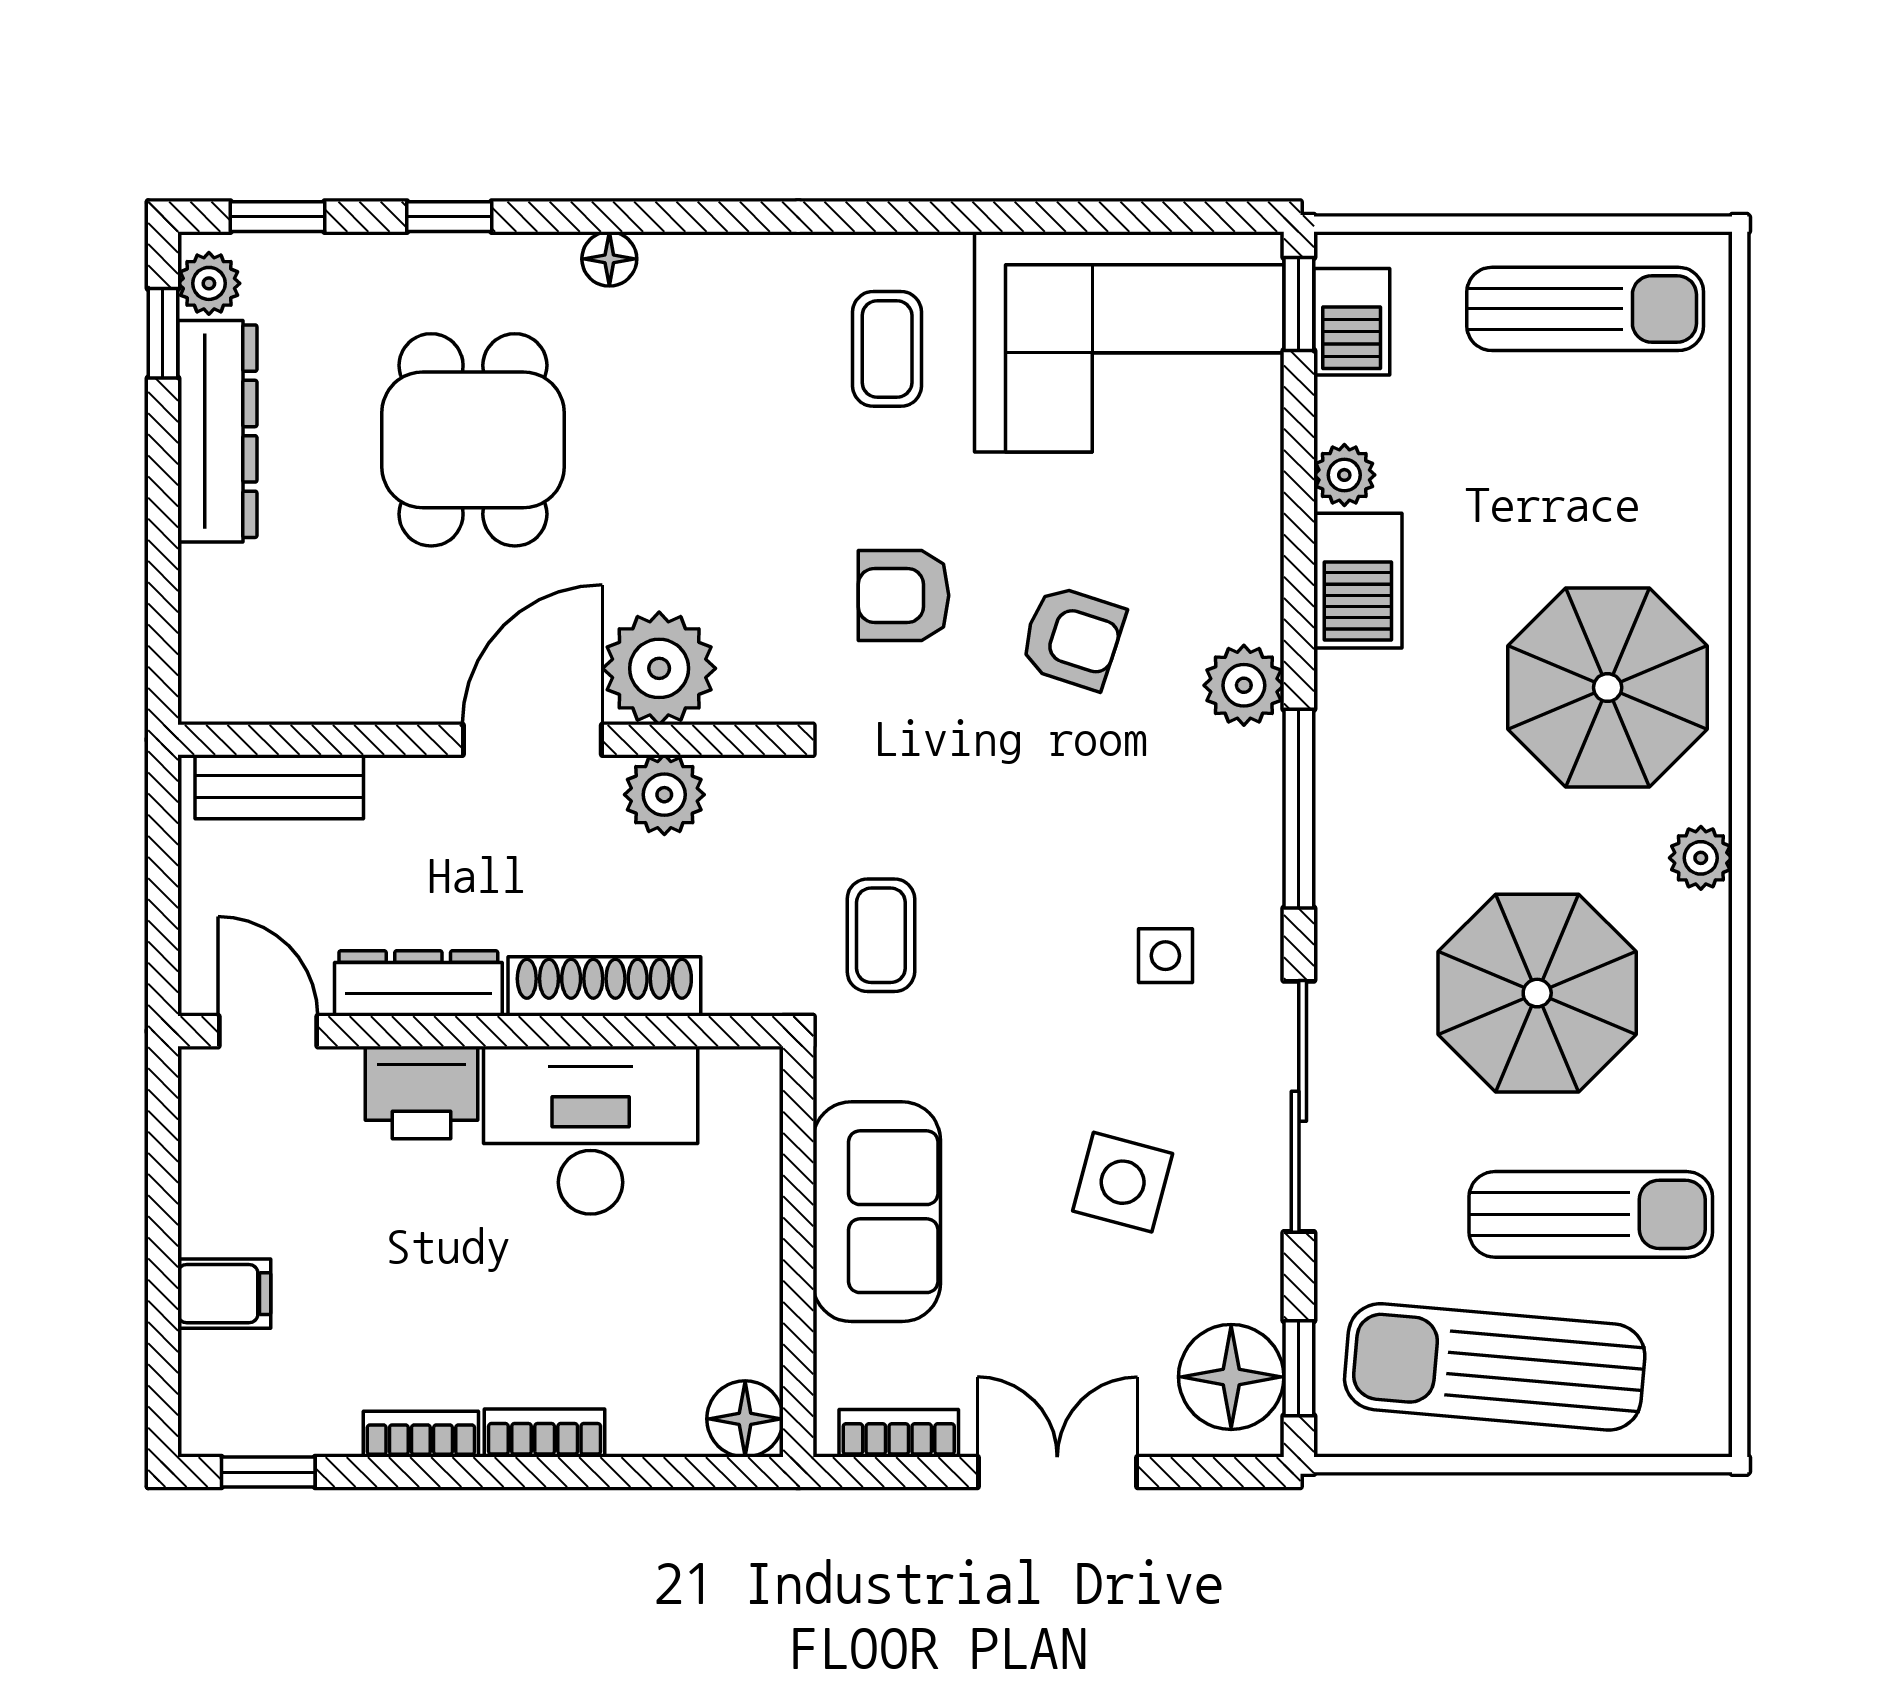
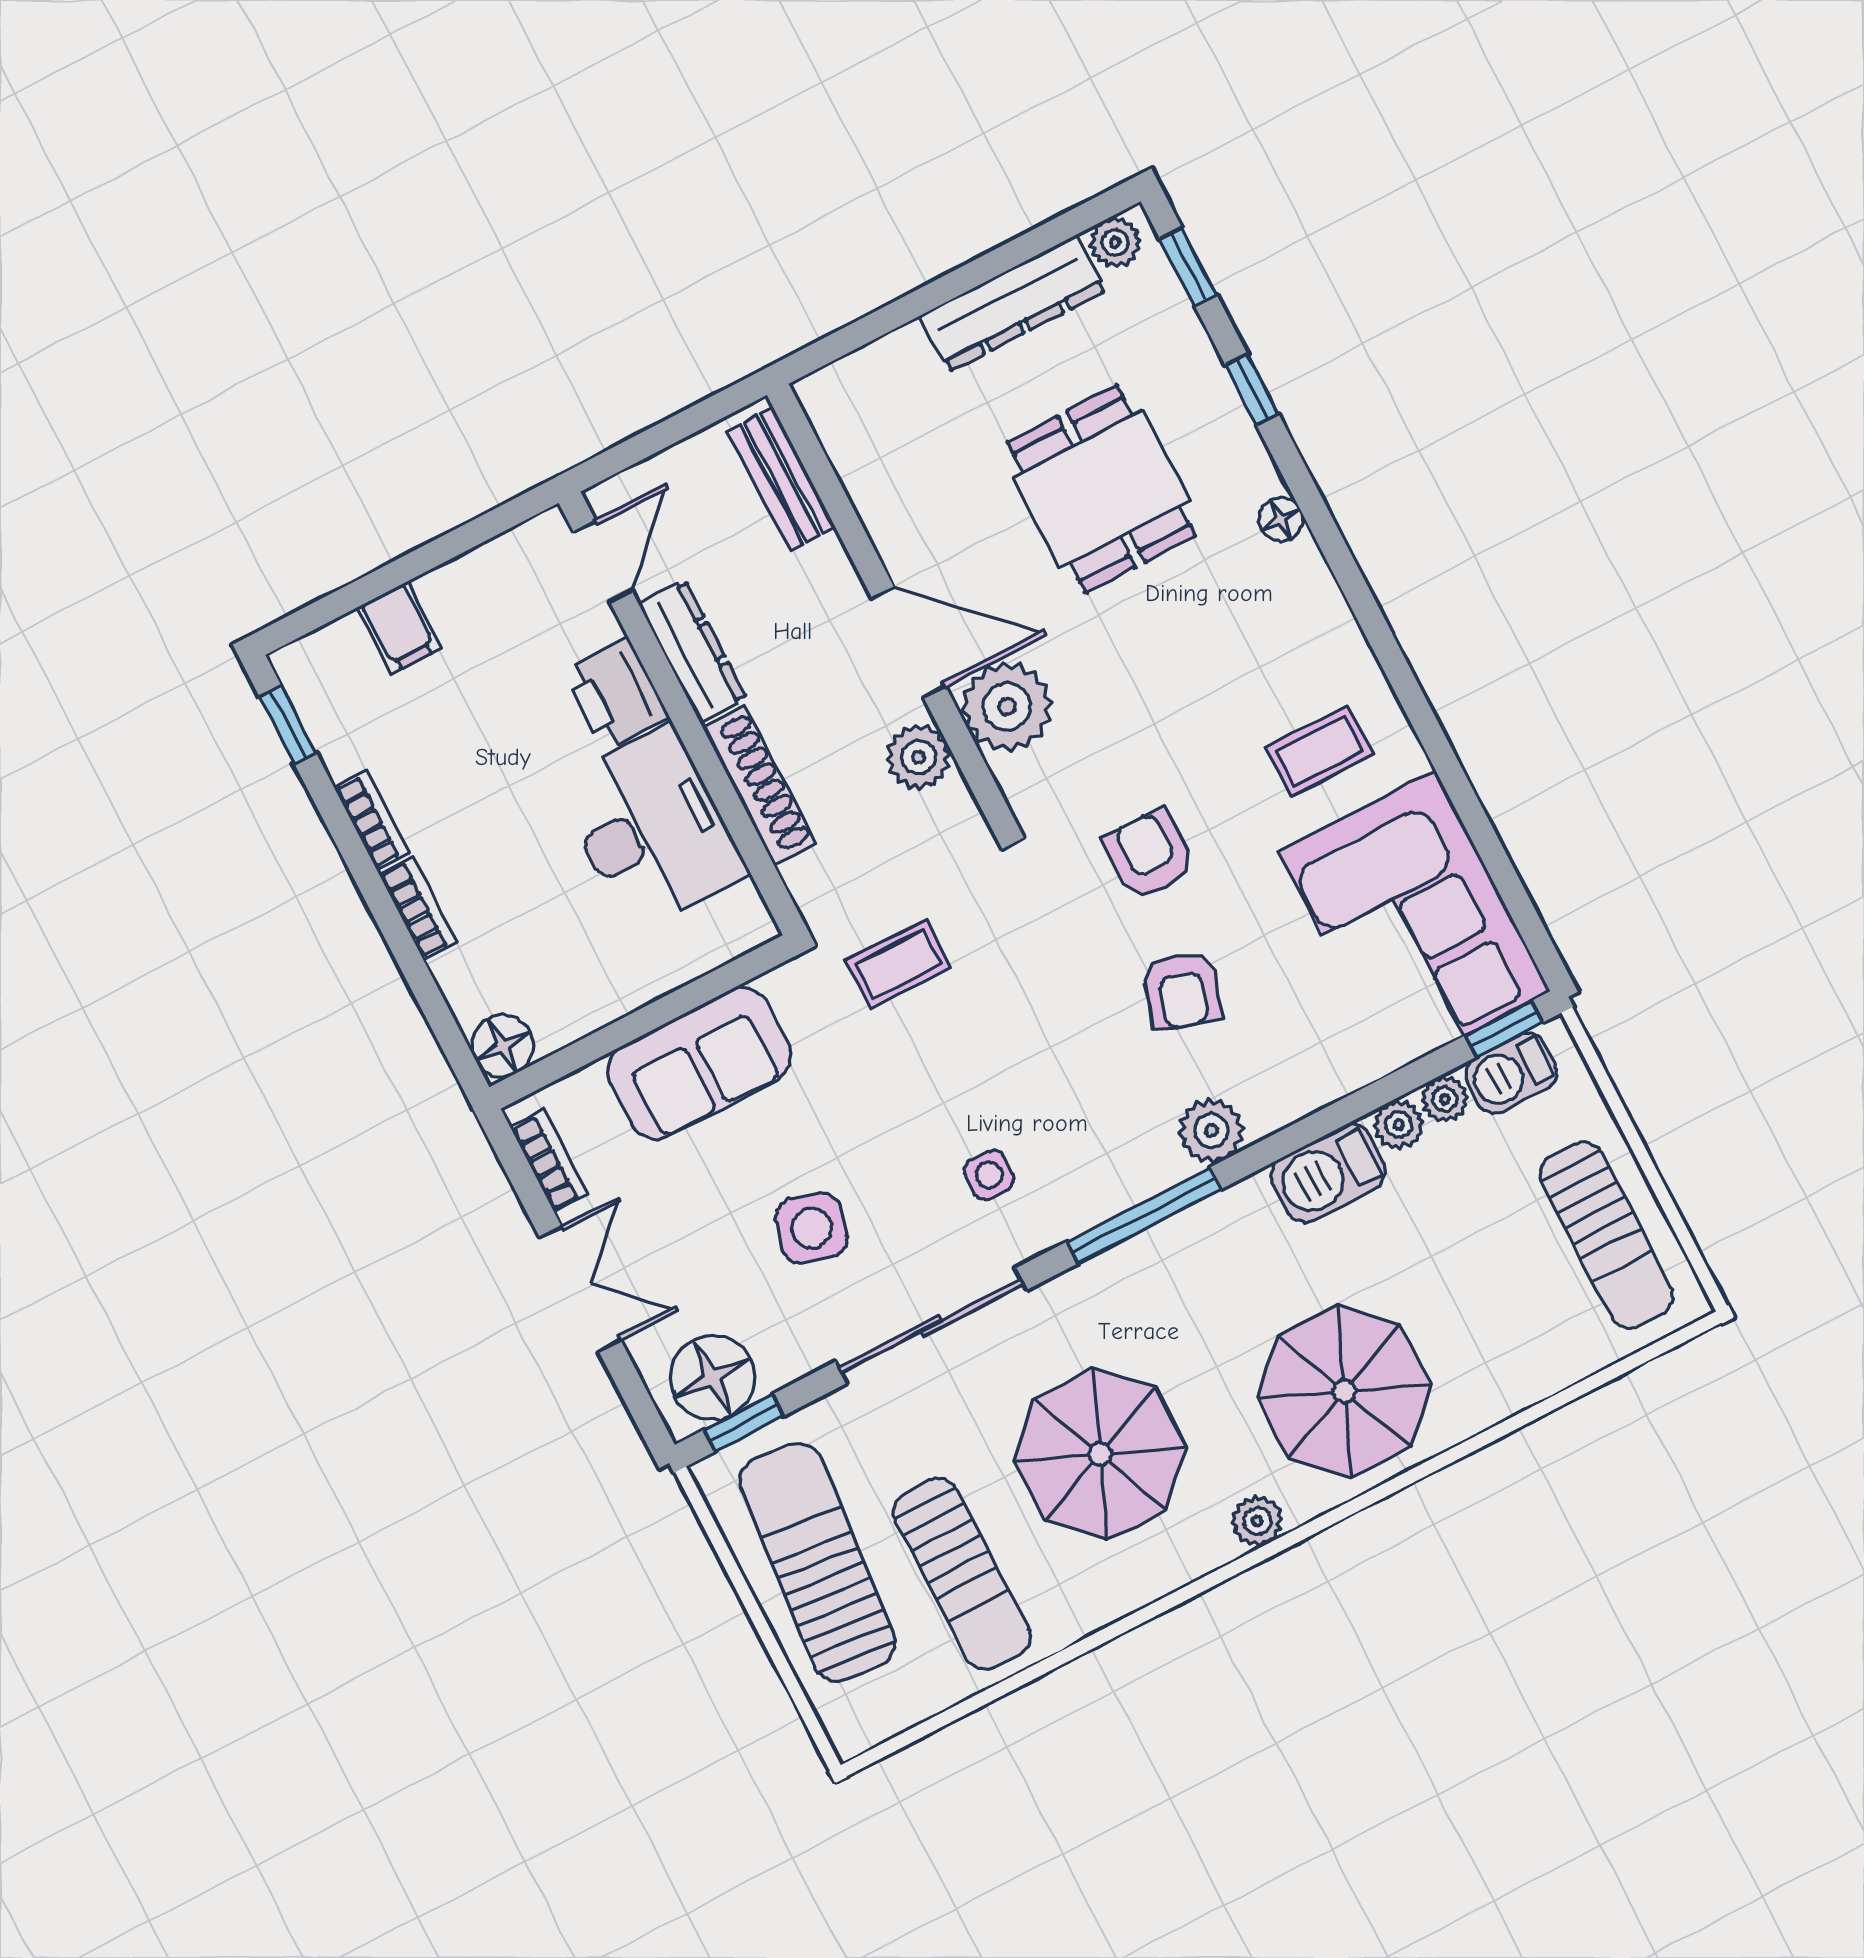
window: (163, 333) -> (1063, 228), removed
plant: (1342, 410) -> (1445, 1099), added
dining table: (473, 440) -> (1101, 489), turned 90

